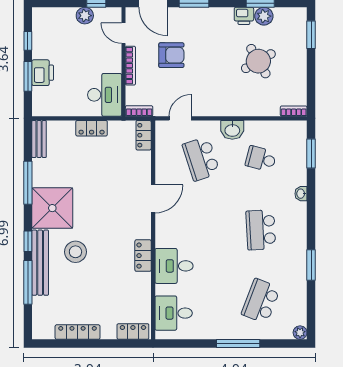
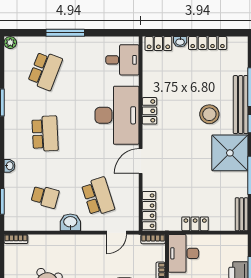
locker: (144, 135) -> (149, 211), width x1.53
desk: (174, 266) -> (117, 115), width x1.87, depth x1.30
washbasin: (109, 334) -> (180, 42), added

